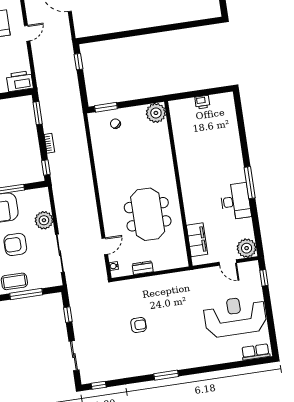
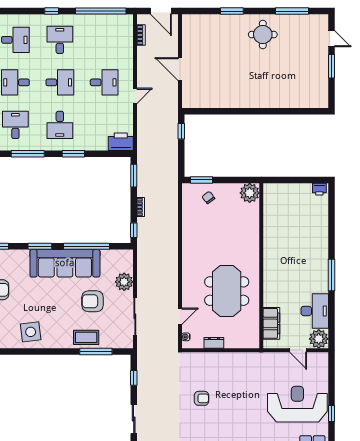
printer: (202, 102) -> (319, 189), moved
desk: (235, 201) -> (315, 311), moved
window: (264, 278) -> (331, 413), moved

